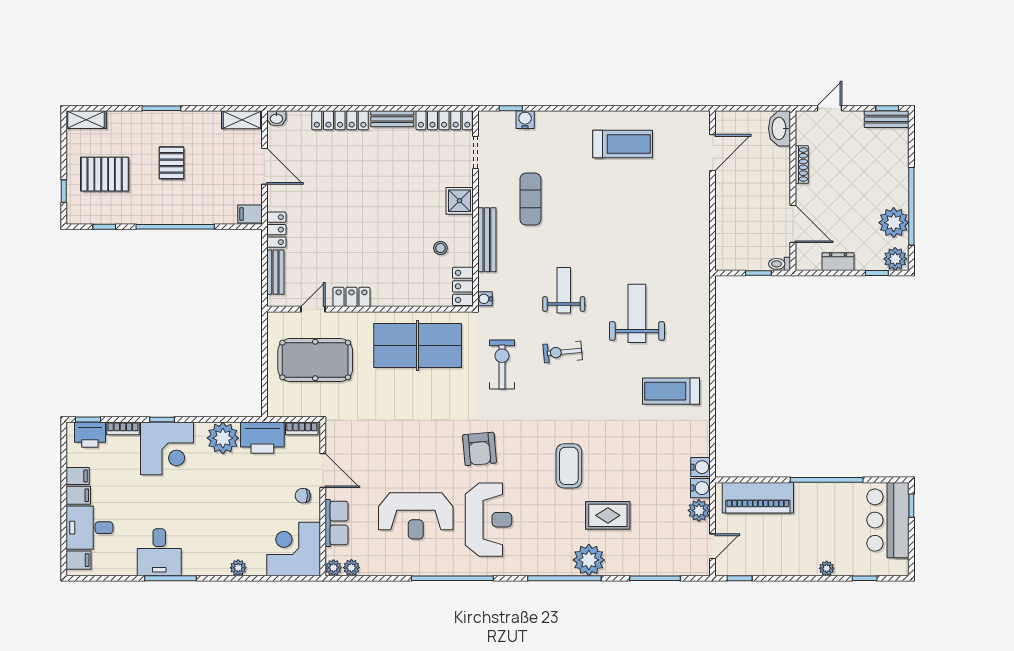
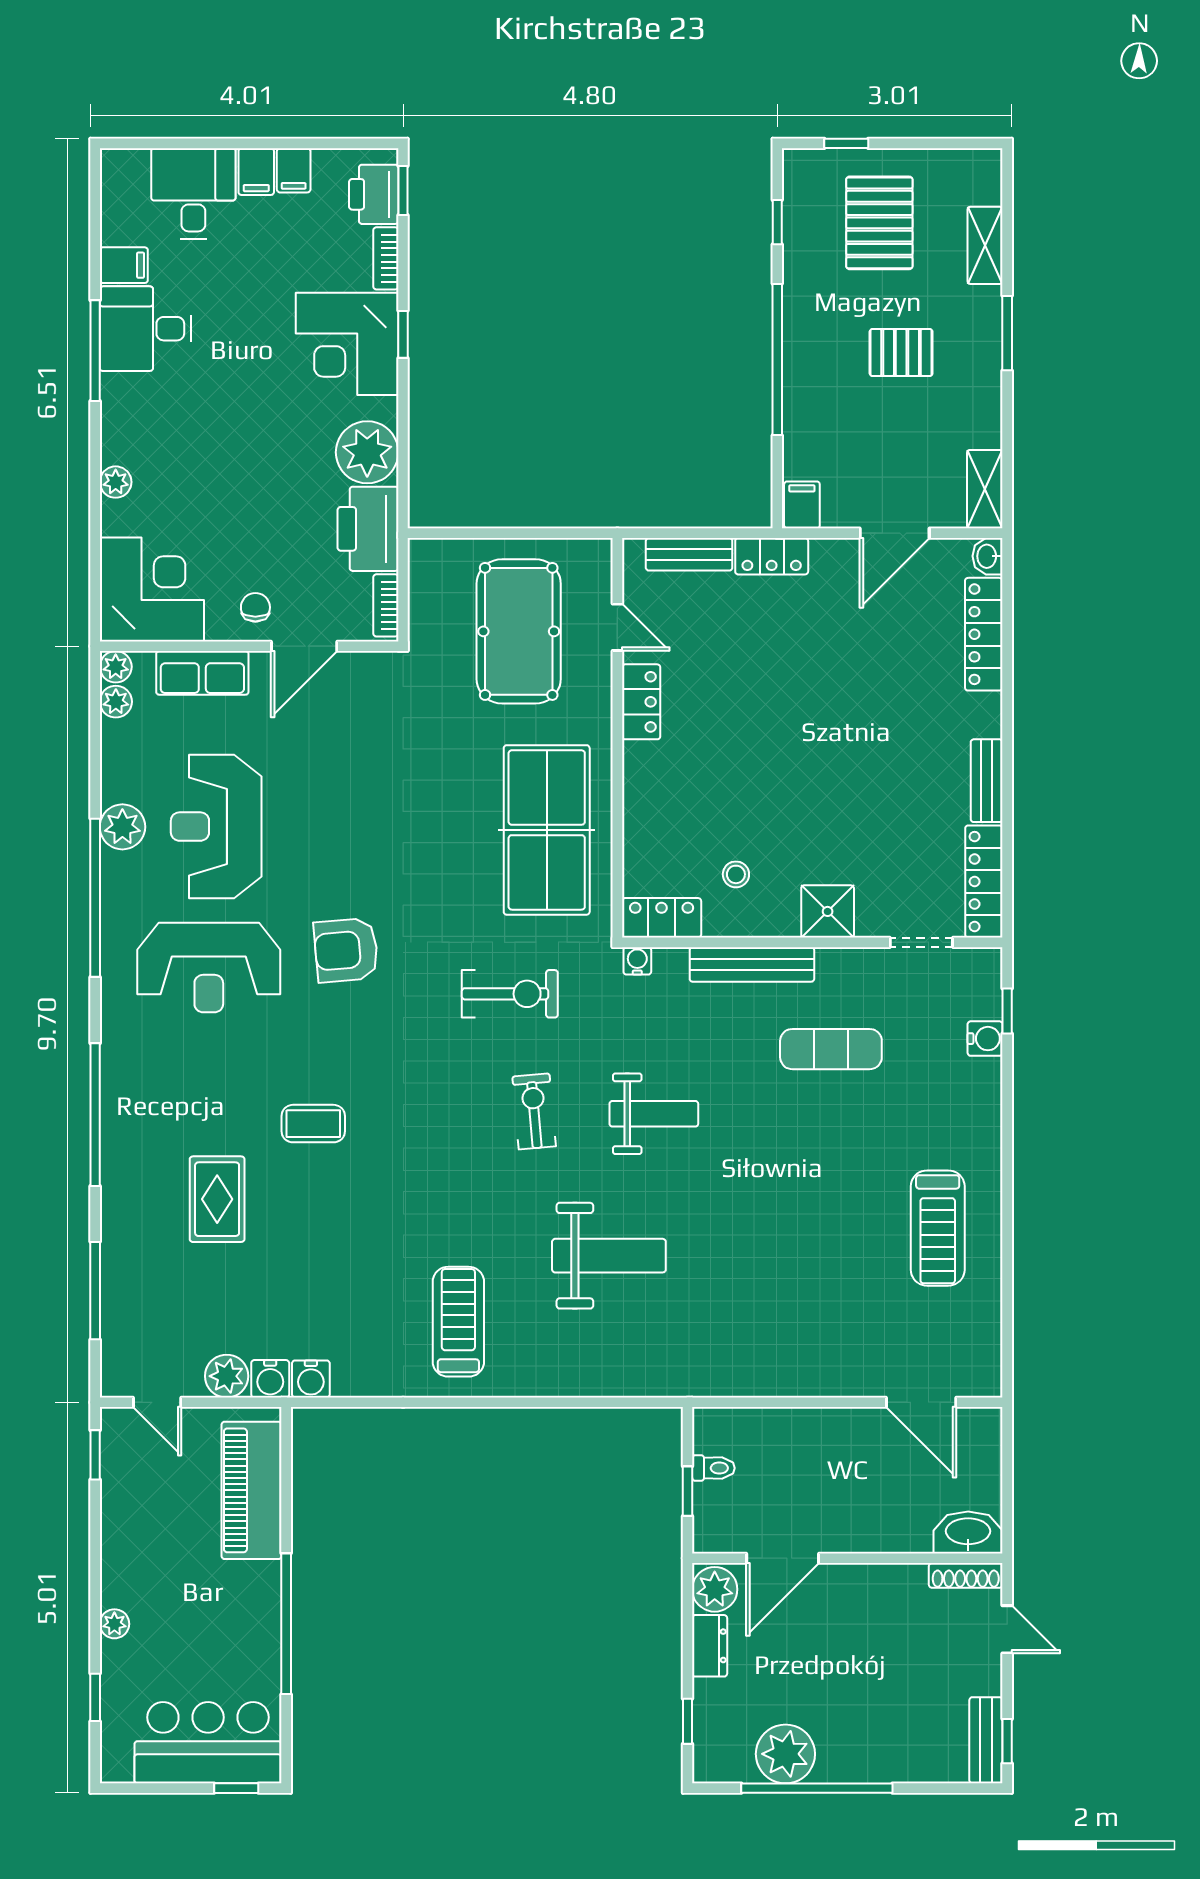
shelving: (86, 120) -> (985, 245), moved
locker: (340, 120) -> (984, 634), moved
shoe rack: (802, 164) -> (966, 1575), moved
plant: (895, 259) -> (715, 1589), moved
toilet: (780, 264) -> (713, 1468), moved, turned 90
coffee table: (569, 466) -> (313, 1124), width x0.73, depth x0.77
filing cabinet: (78, 560) -> (124, 265), moved, turned -90
plant: (589, 560) -> (122, 827), moved, width x0.73, depth x0.73

